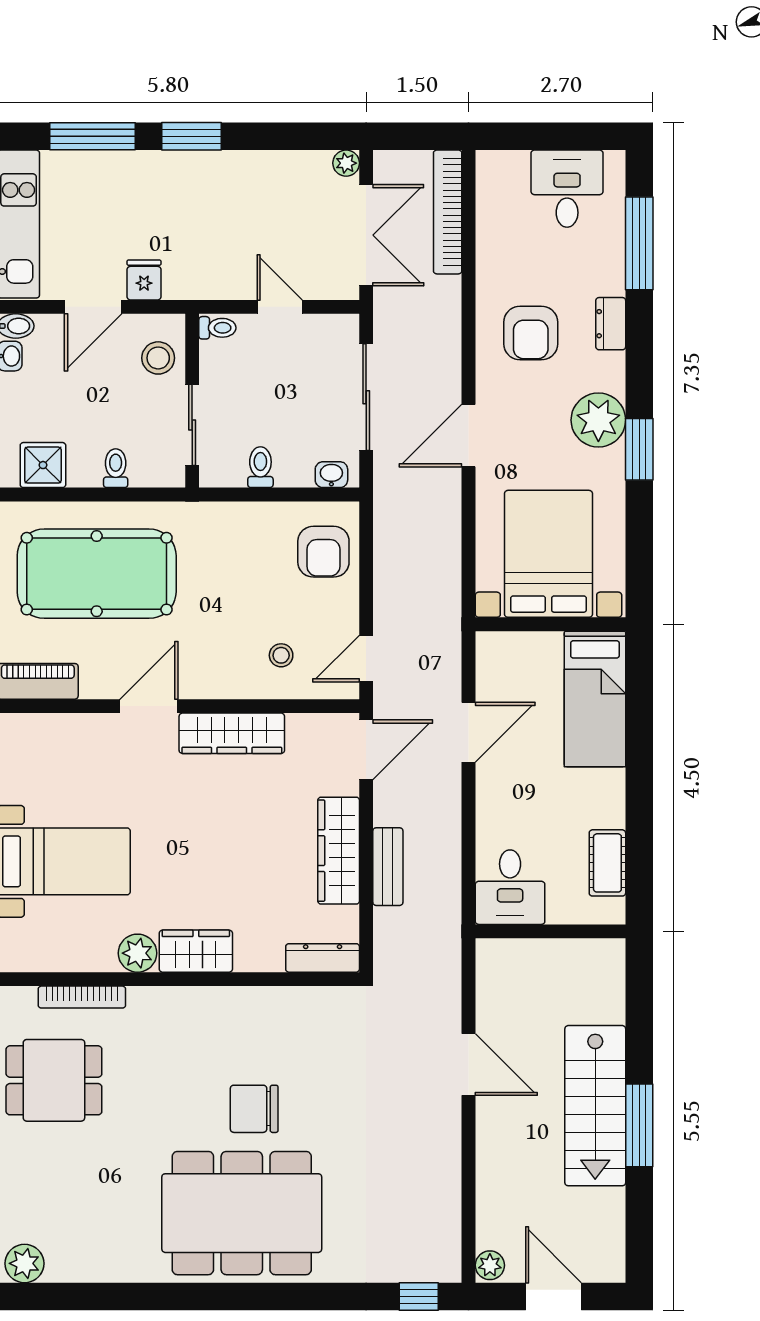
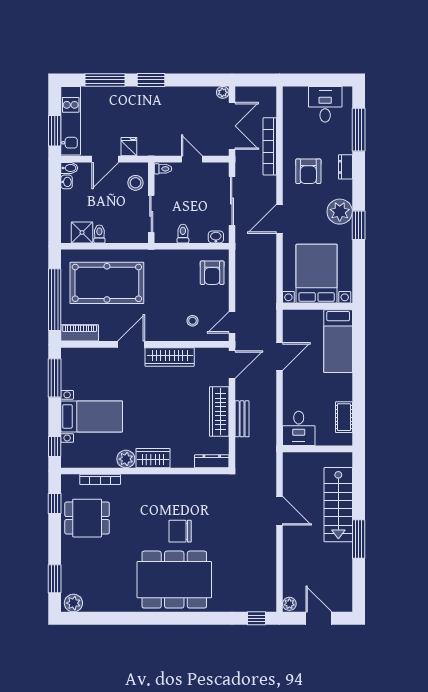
bookcase: (448, 212) -> (270, 146), moved
toilet: (116, 468) -> (99, 234), moved
stairs: (595, 1106) -> (338, 505), moved

